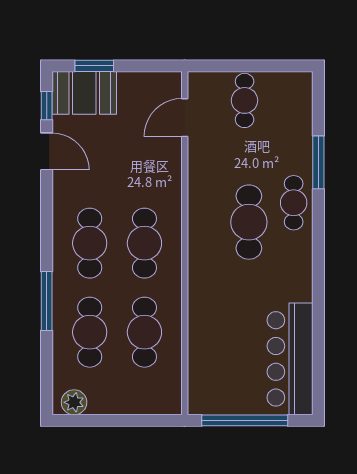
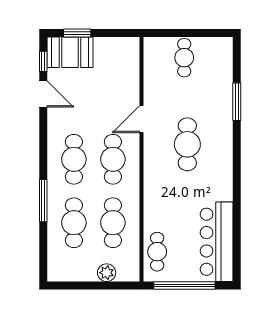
door: (185, 118) -> (142, 119), moved
cafe table: (294, 203) -> (157, 252), moved
plant: (74, 402) -> (107, 273), moved

